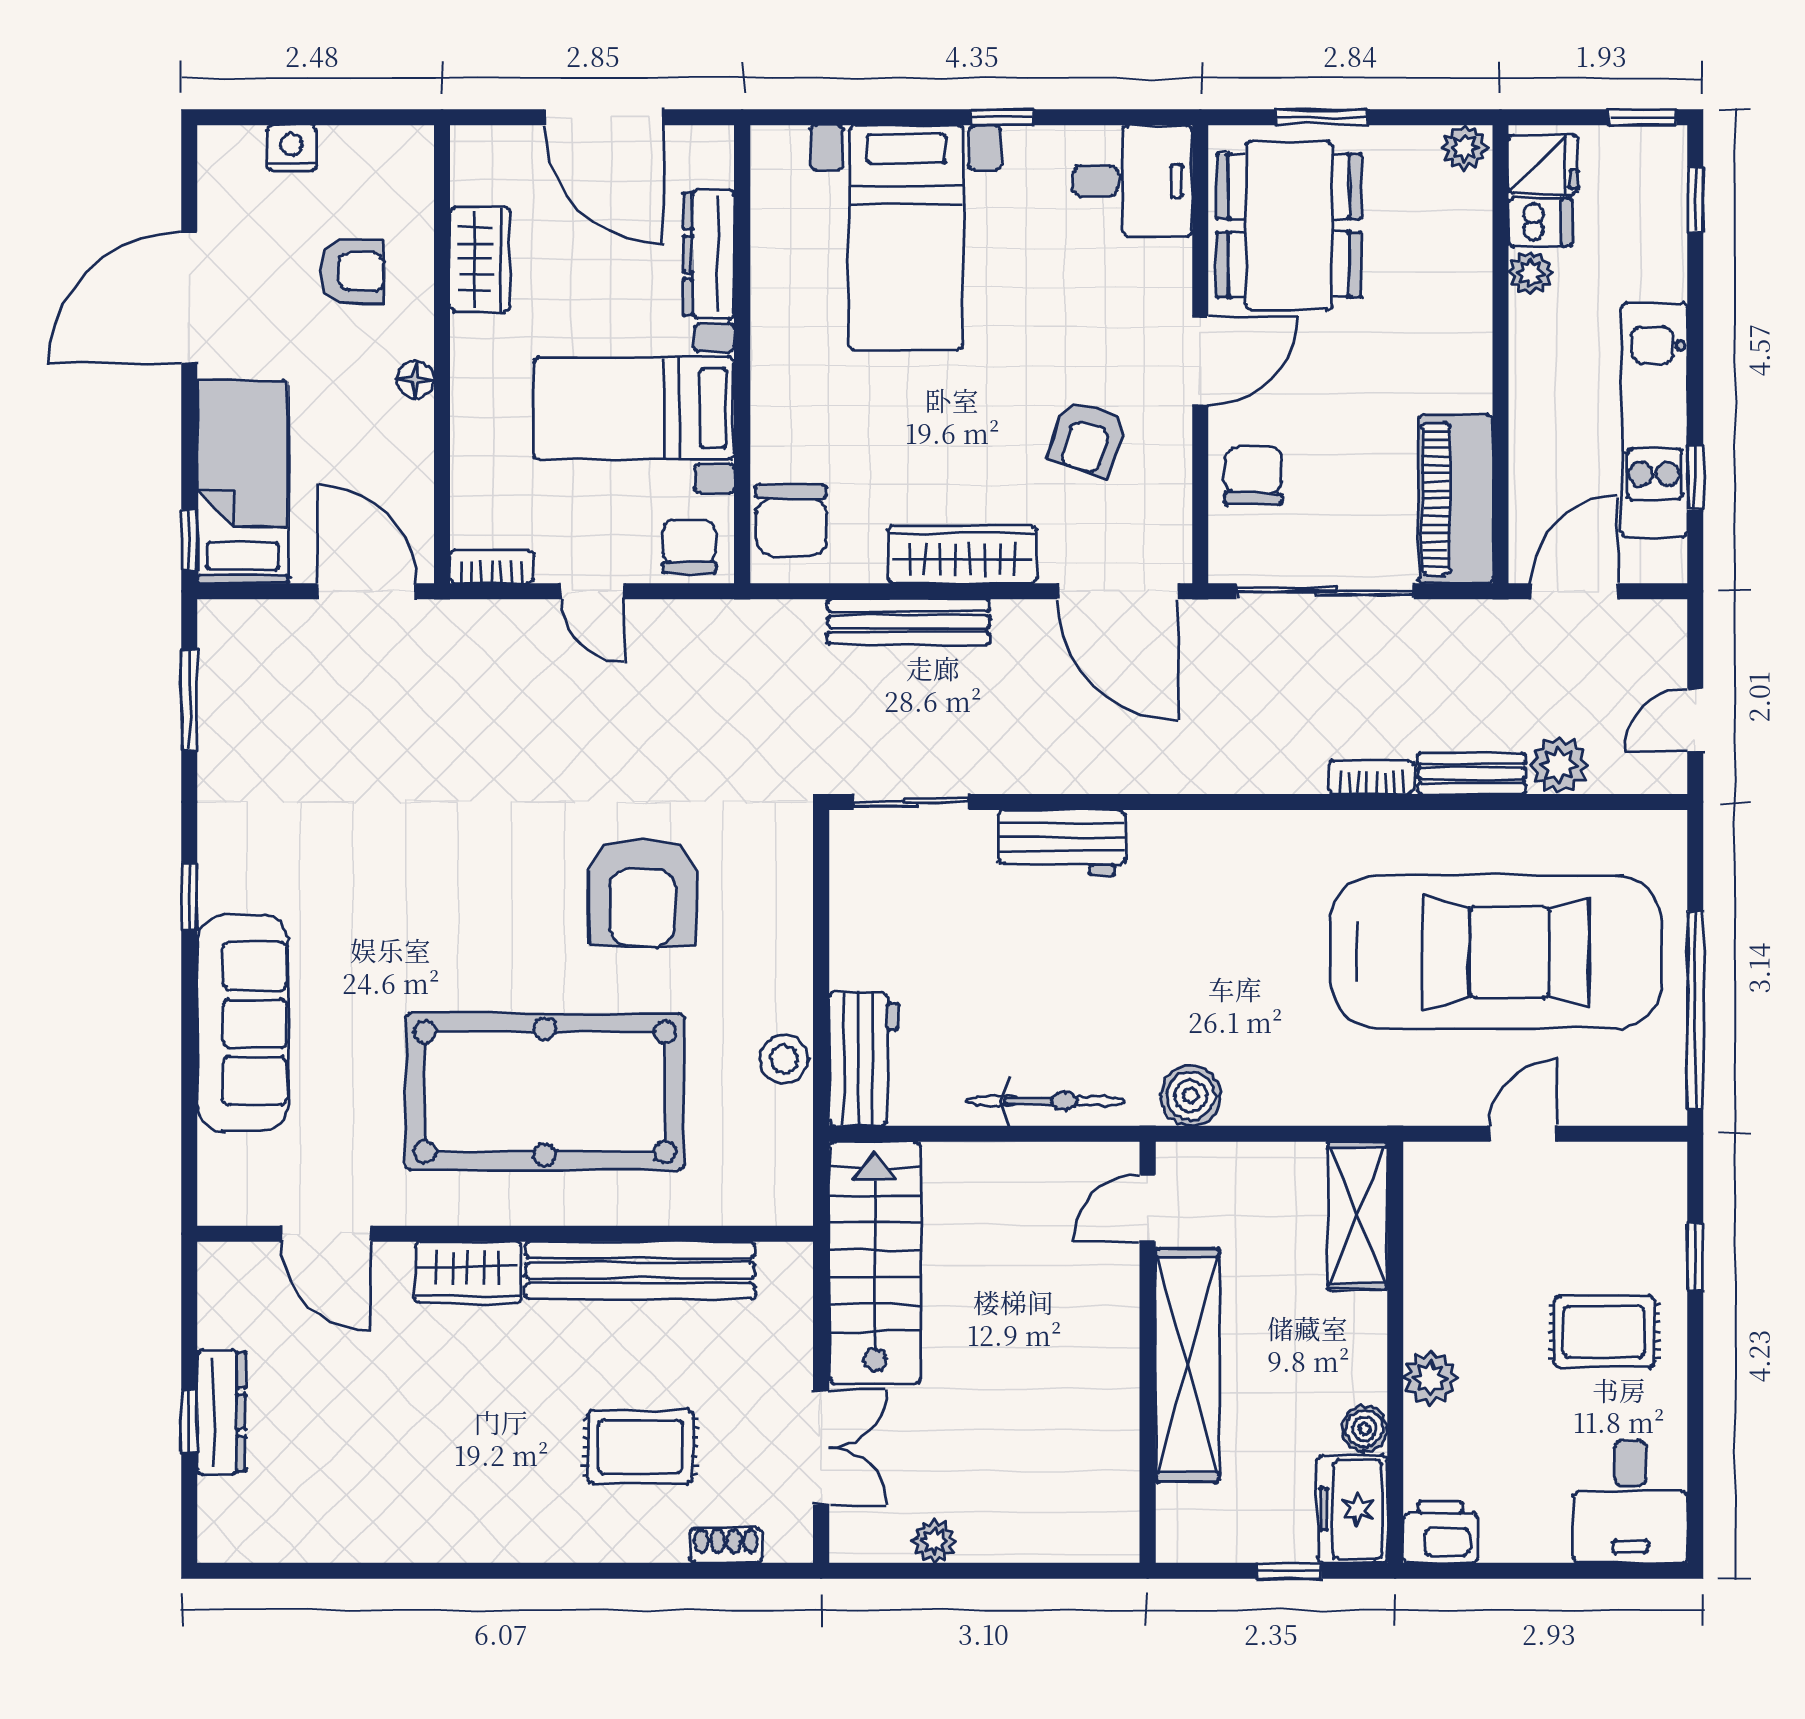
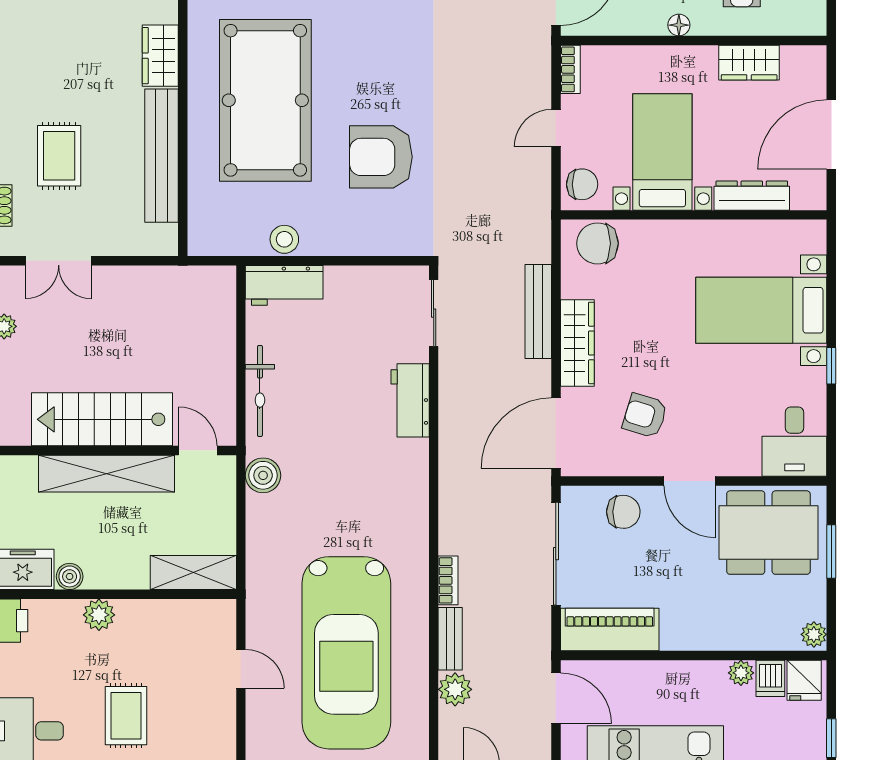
stairs: (875, 1263) -> (102, 419), moved, turned 180

